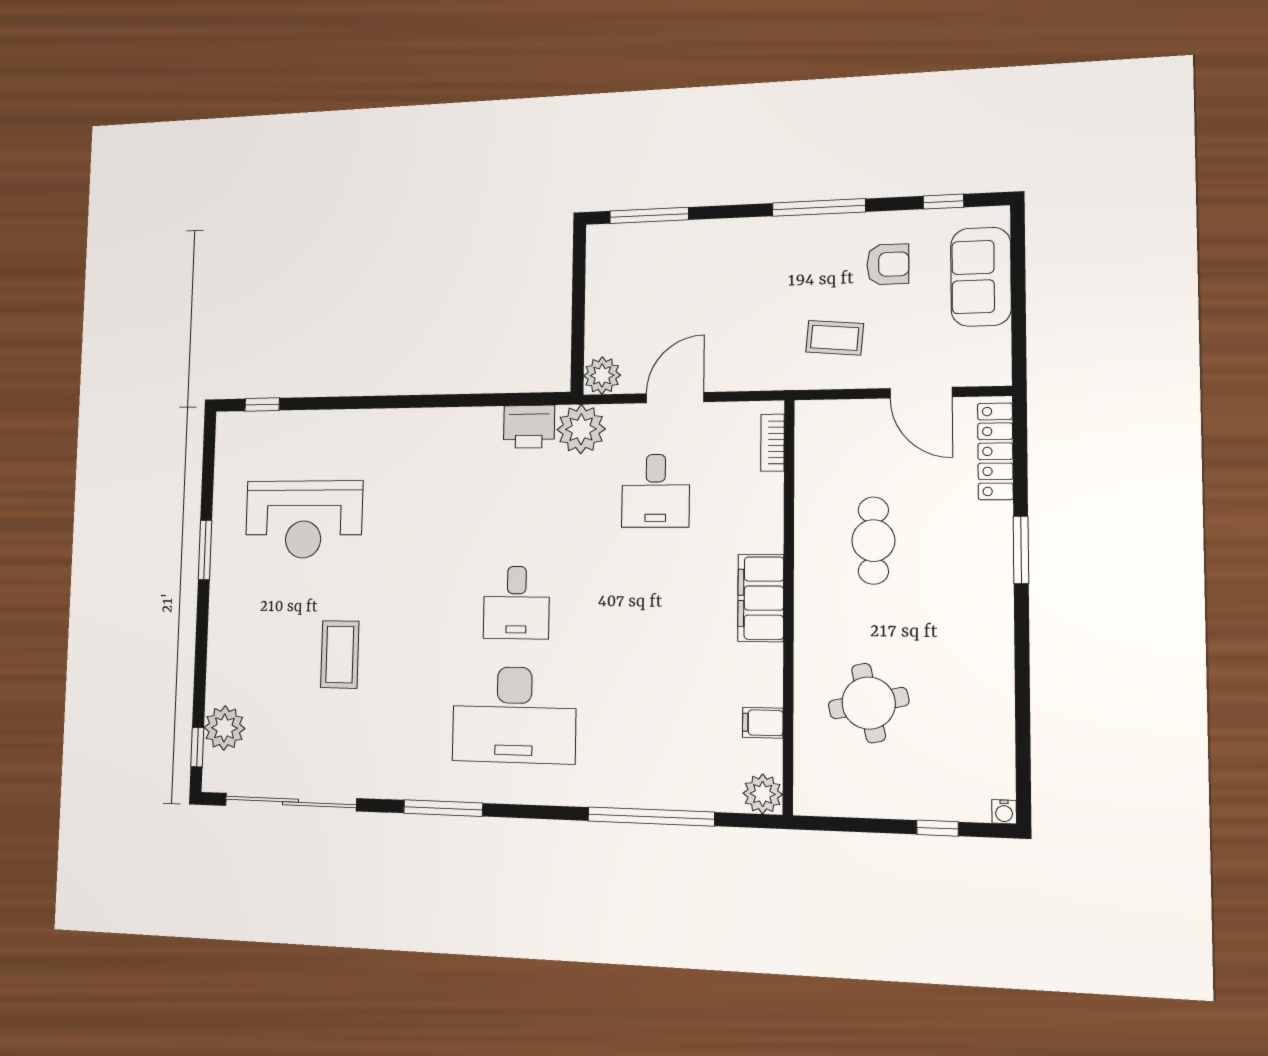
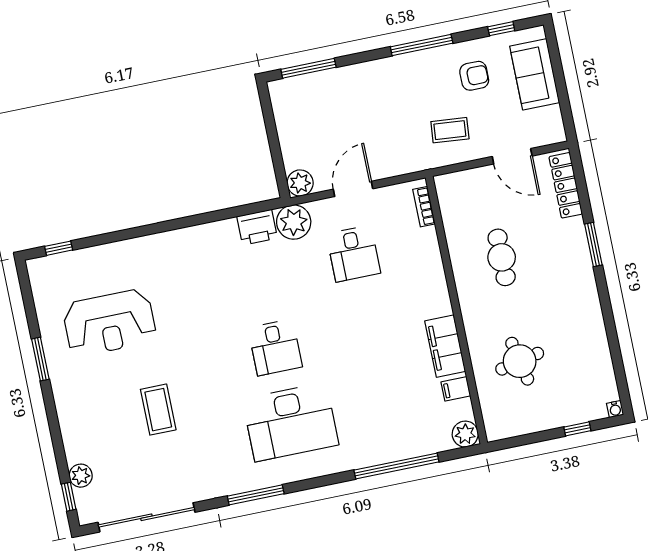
filing cabinet: (761, 598) -> (445, 346), moved
plant: (224, 728) -> (81, 476), width x0.73, depth x0.73

